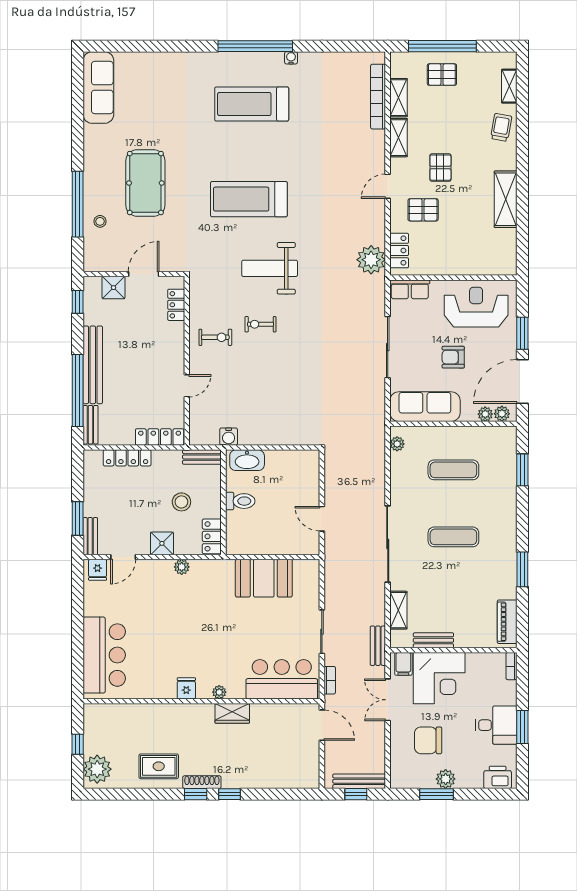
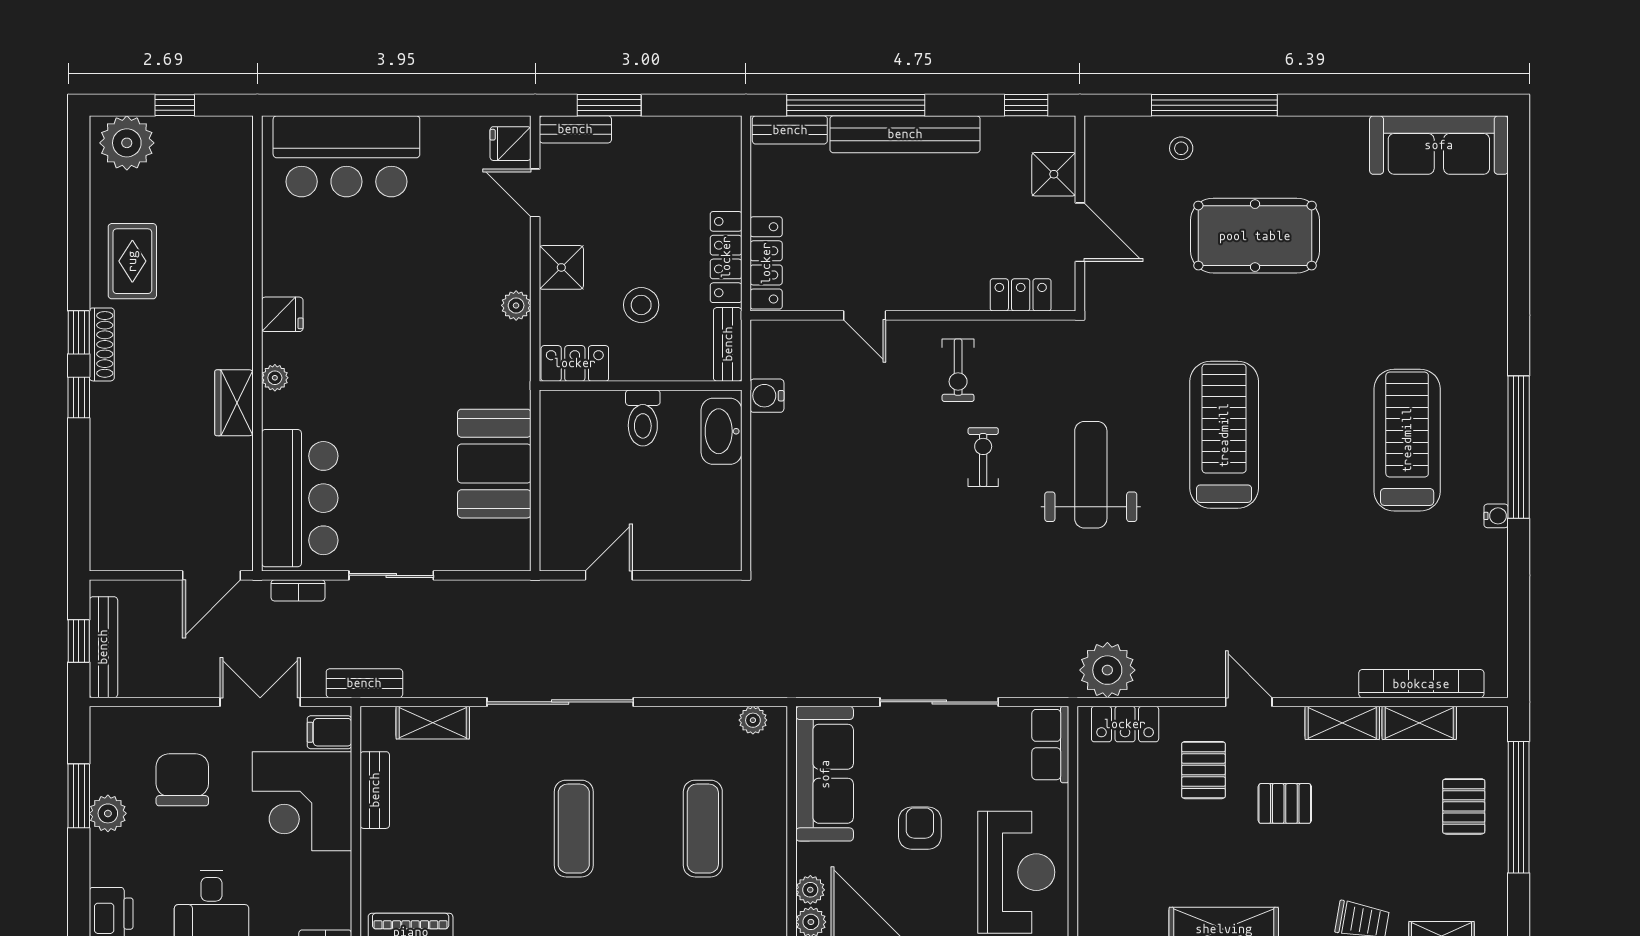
locker: (127, 458) -> (726, 257), moved

